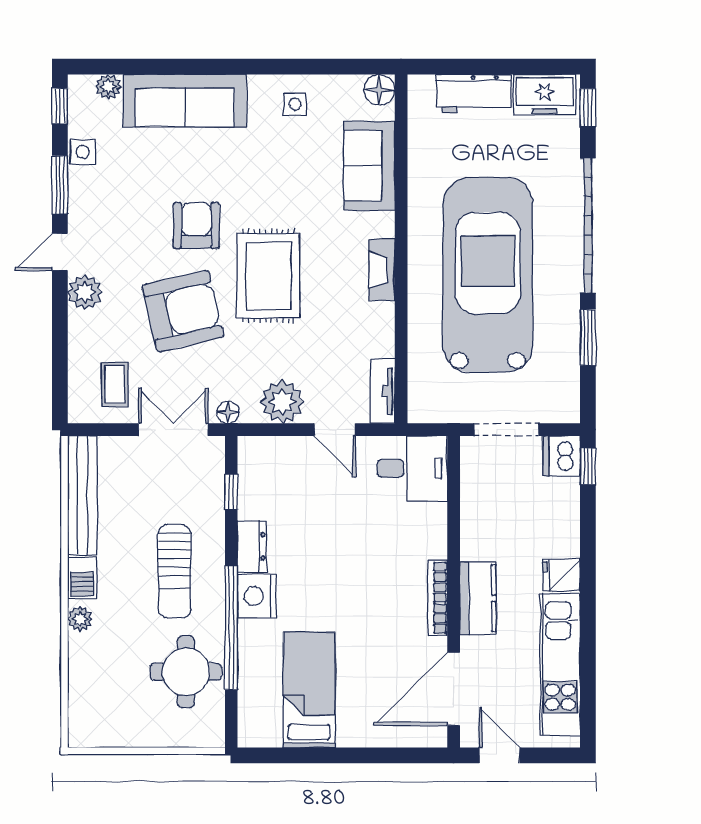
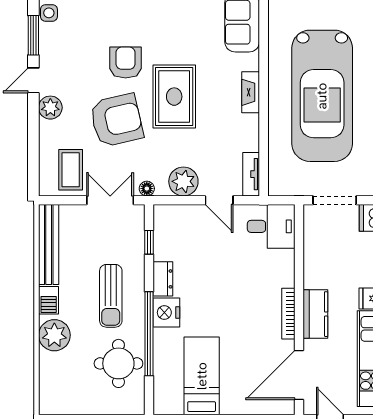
car: (488, 275) -> (322, 96), turned 180
coffee table: (115, 384) -> (71, 170), width x1.36, depth x1.30
plant: (80, 619) -> (54, 335), width x1.88, depth x1.88

